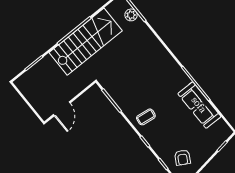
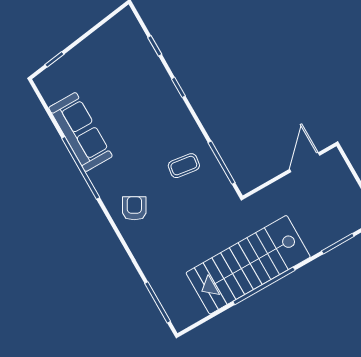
plant: (131, 15) -> (168, 296), removed
coffee table: (146, 117) -> (184, 166), moved
armchair: (182, 158) -> (134, 208), moved

